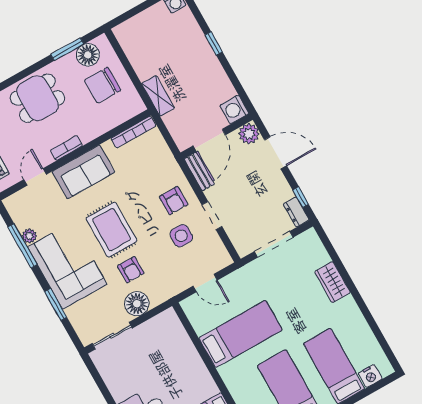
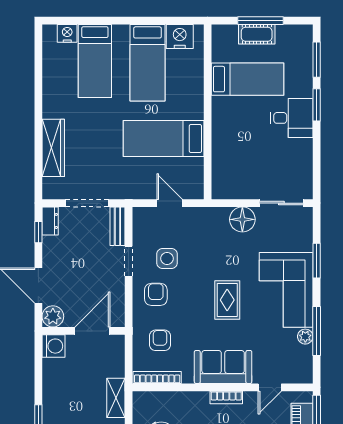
bench: (199, 171) -> (117, 226), moved
rug: (112, 230) -> (227, 300), width x0.73, depth x0.70
armchair: (131, 270) -> (160, 340), moved
wardrobe: (332, 282) -> (53, 148), width x1.50

